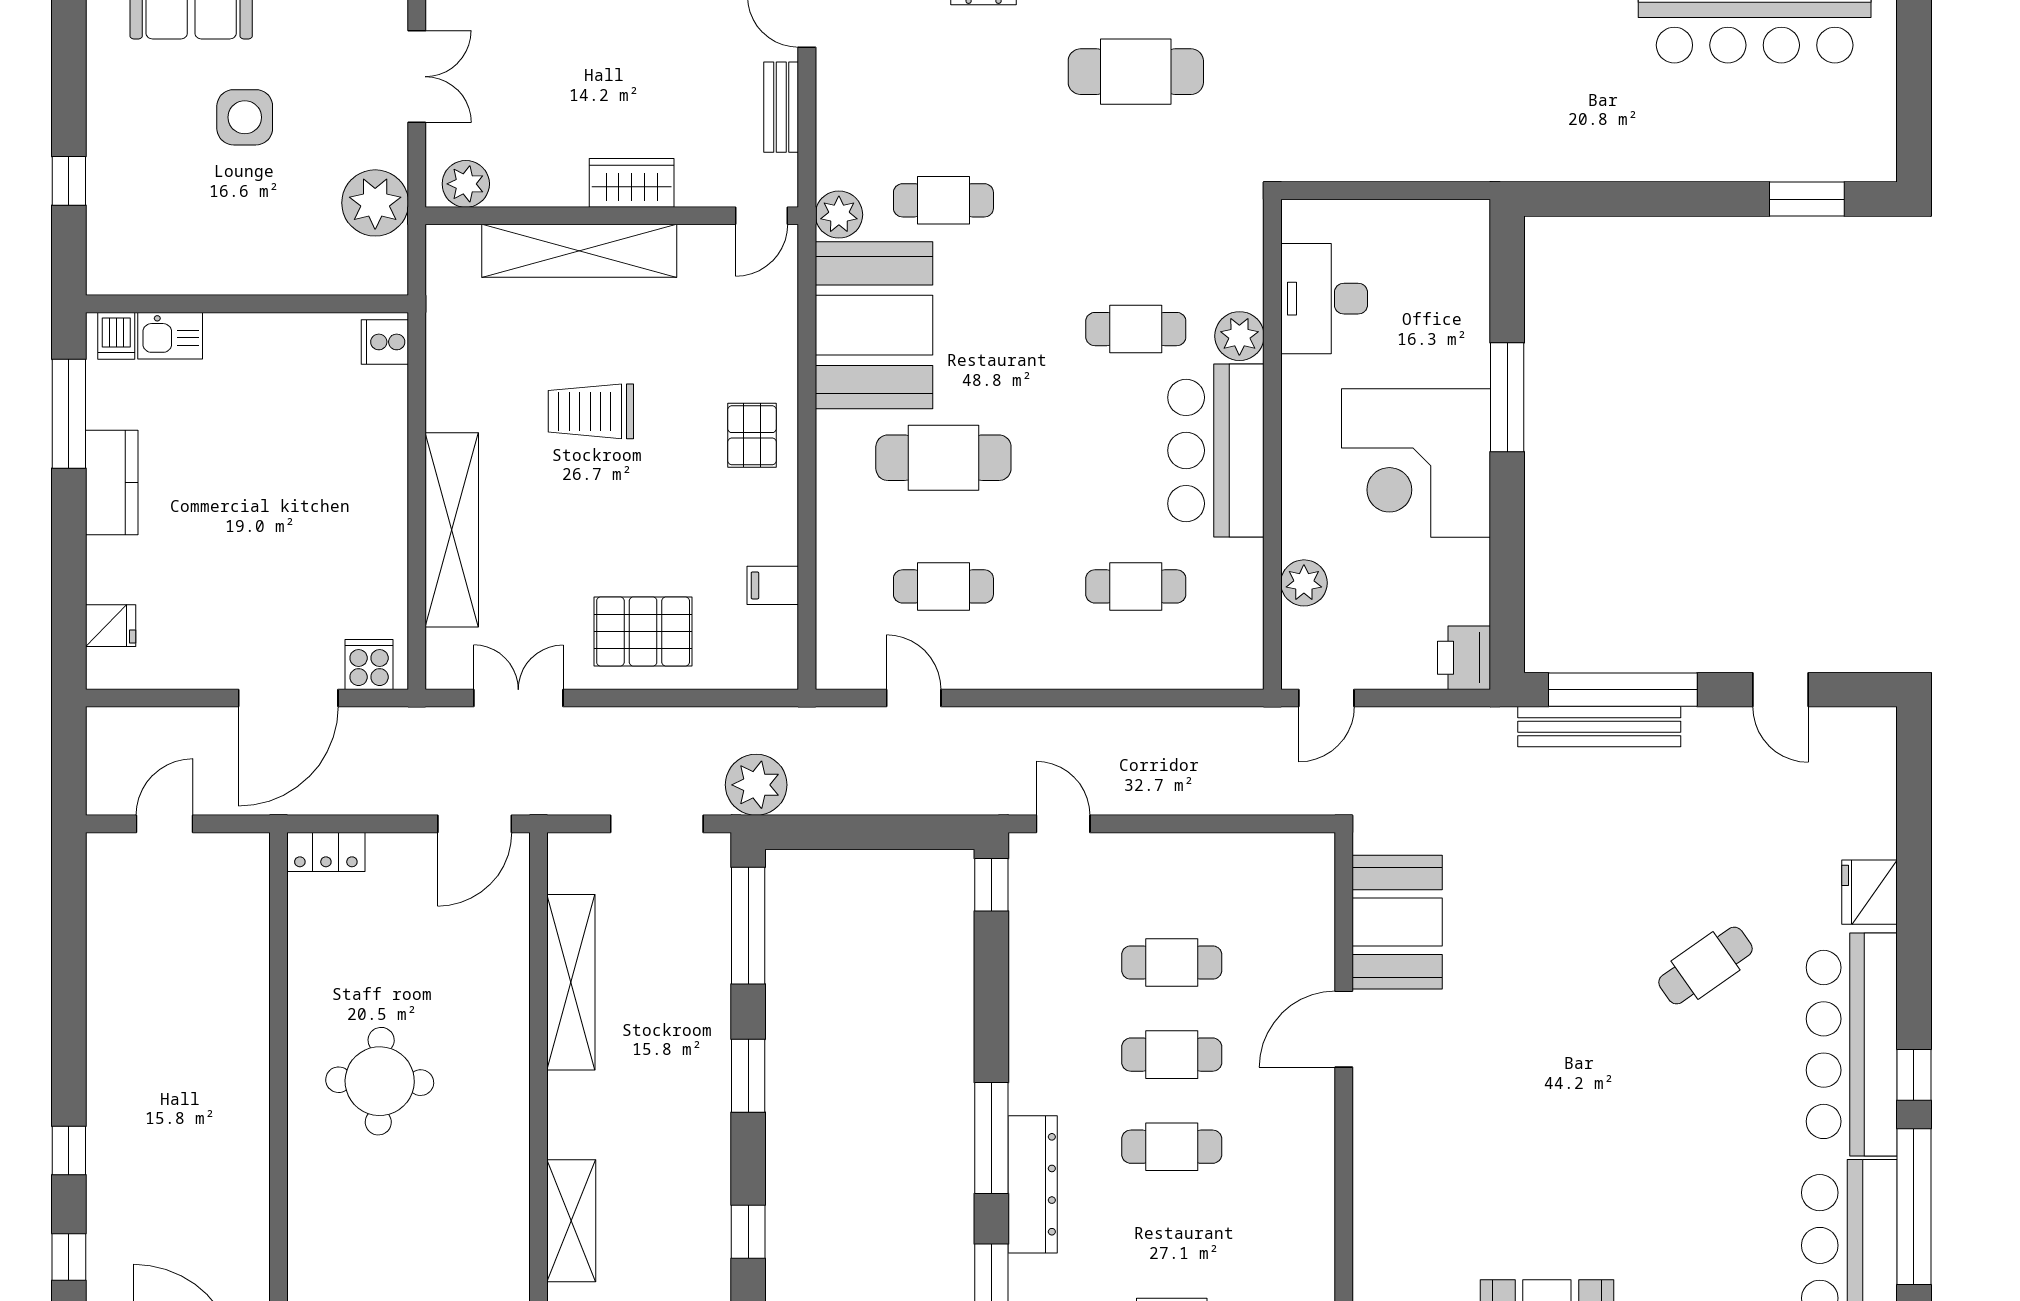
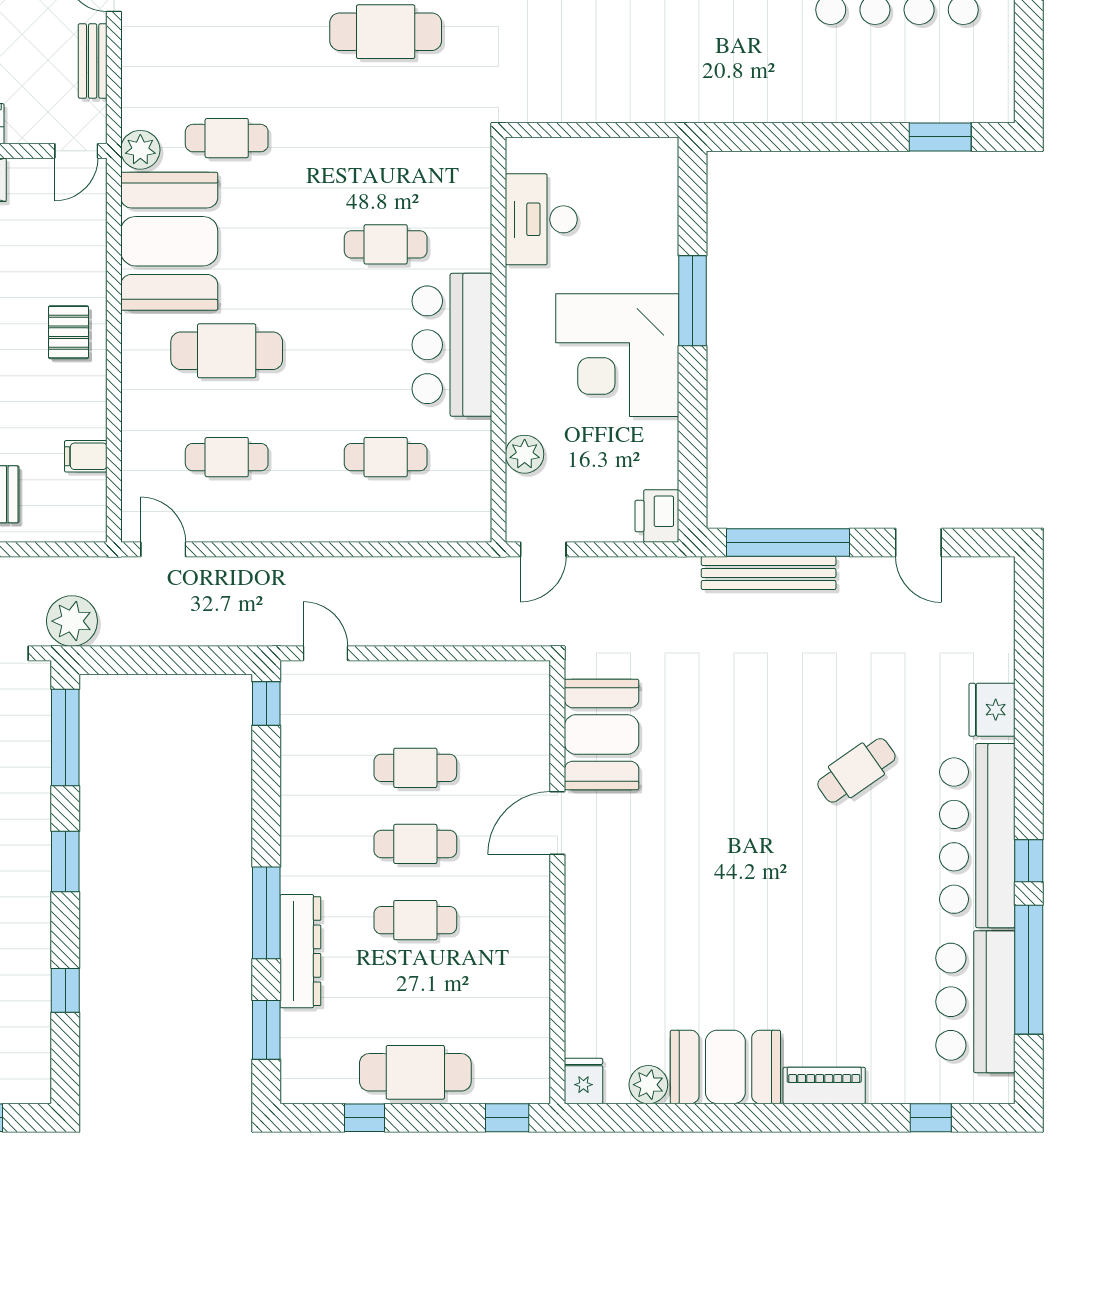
plant: (1239, 336) -> (471, 250), removed
door: (914, 698) -> (163, 549), moved

